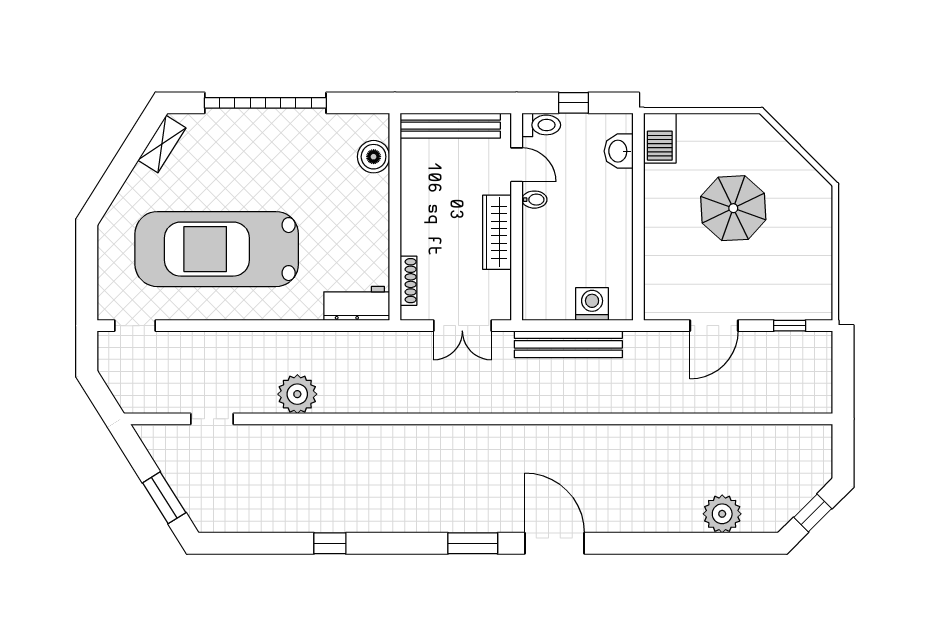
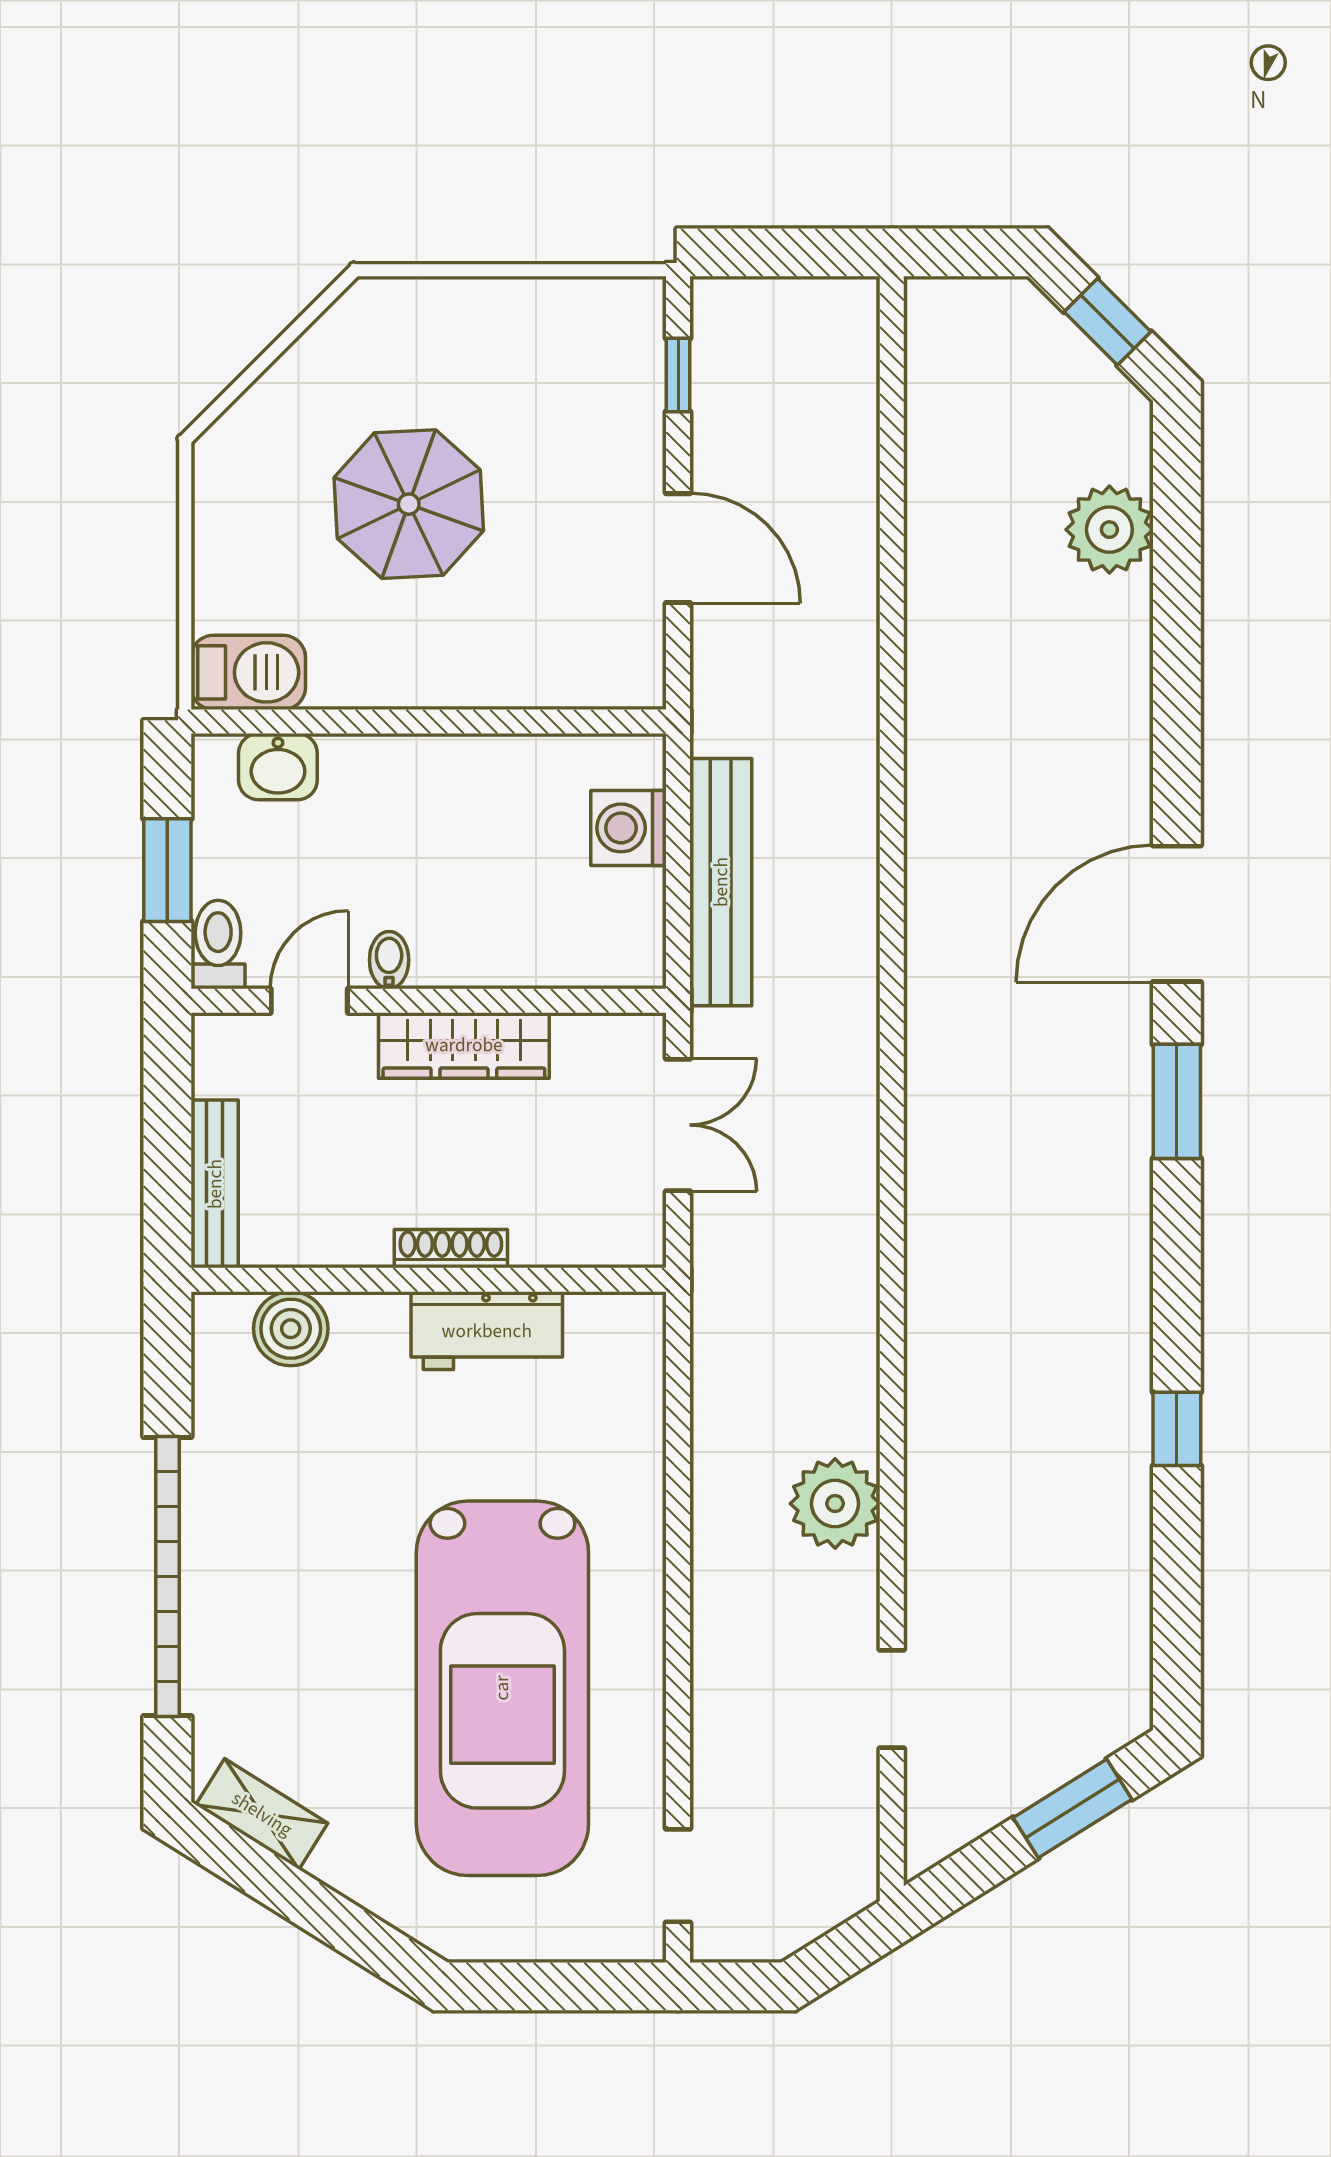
window: (574, 103) -> (167, 870), width x1.50
bench: (450, 126) -> (215, 1184), width x0.73, depth x0.82
shoe rack: (408, 281) -> (451, 1249), moved
workbench: (357, 303) -> (487, 1331), moved, turned -90

